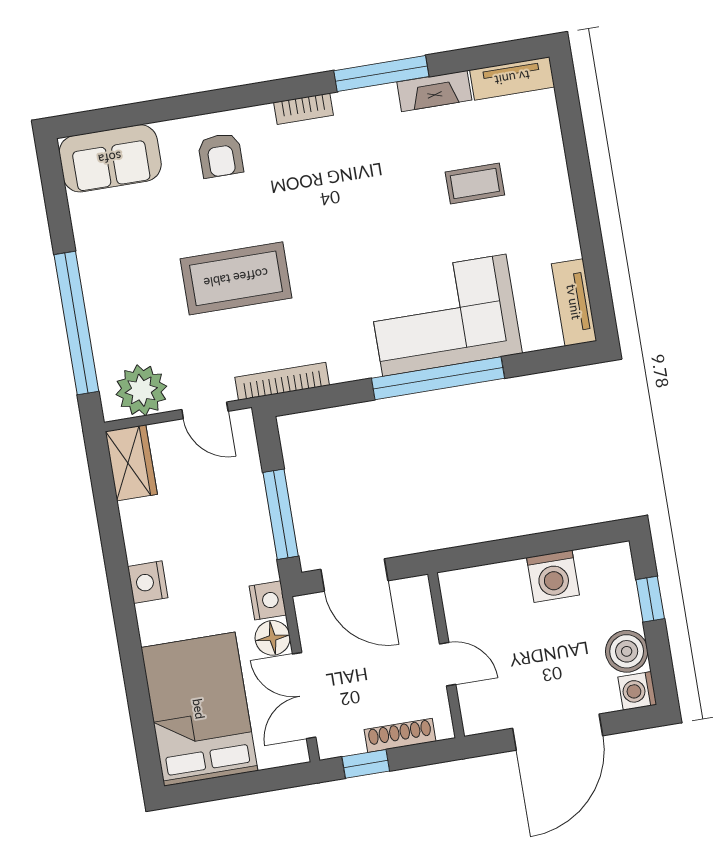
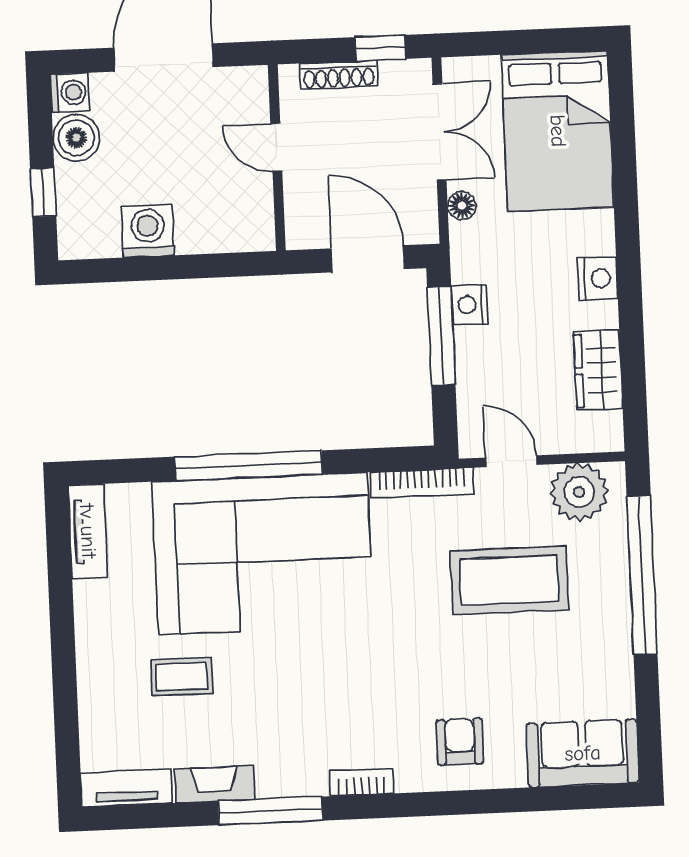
coffee table: (236, 278) -> (509, 580), moved
corner sofa: (444, 315) -> (263, 554), width x1.36, depth x1.36
wardrobe: (131, 463) -> (598, 370), moved
nightstand: (268, 600) -> (470, 305), moved
floor lamp: (273, 638) -> (462, 206), width x0.73, depth x0.73

